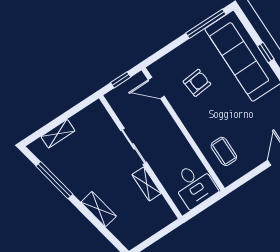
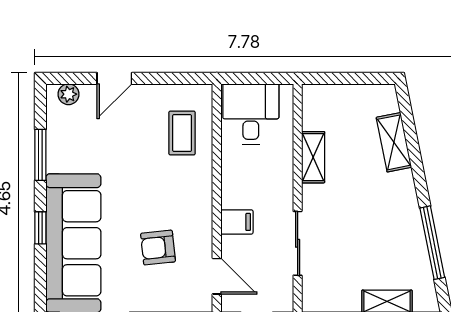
filing cabinet: (164, 124) -> (237, 222), added
sliding door: (134, 146) -> (298, 243), moved
shelving: (99, 209) -> (394, 142), moved

